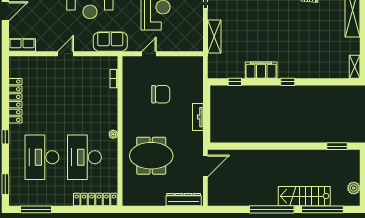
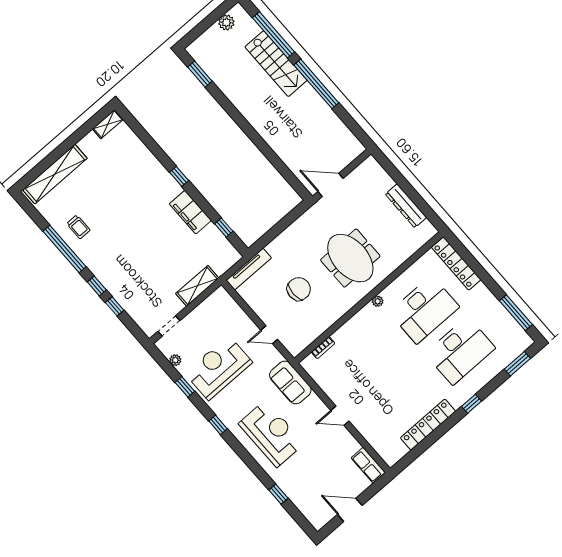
chair: (161, 94) -> (299, 289), turned 90
tv unit: (198, 117) -> (249, 269), moved, width x1.41
meeting table: (151, 156) -> (350, 258), moved
dresser: (184, 200) -> (406, 206), moved

